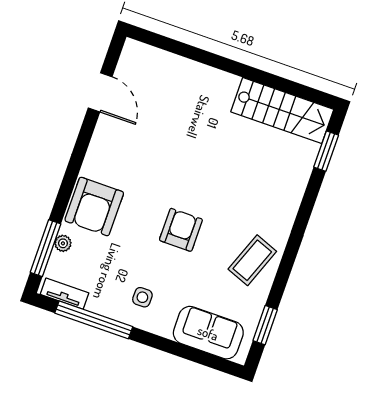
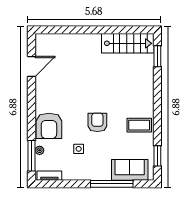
door: (100, 92) -> (31, 67), hinge flipped
coffee table: (252, 260) -> (139, 125), turned 69
side table: (142, 297) -> (79, 149), moved
window: (94, 320) -> (112, 184), moved

